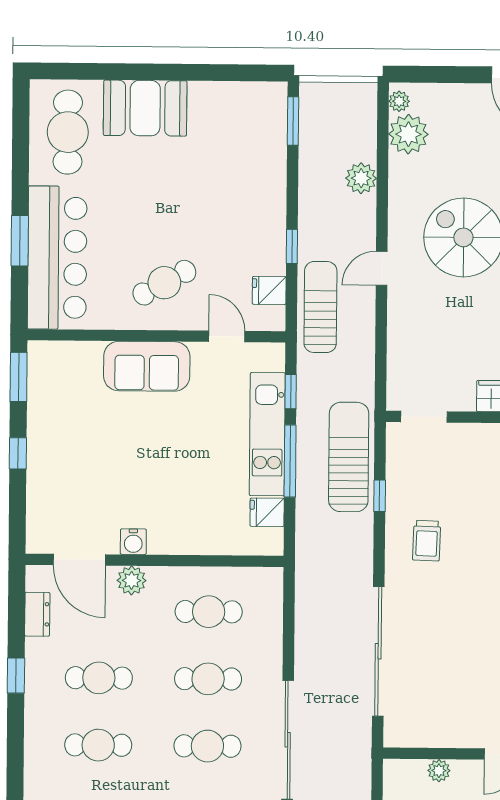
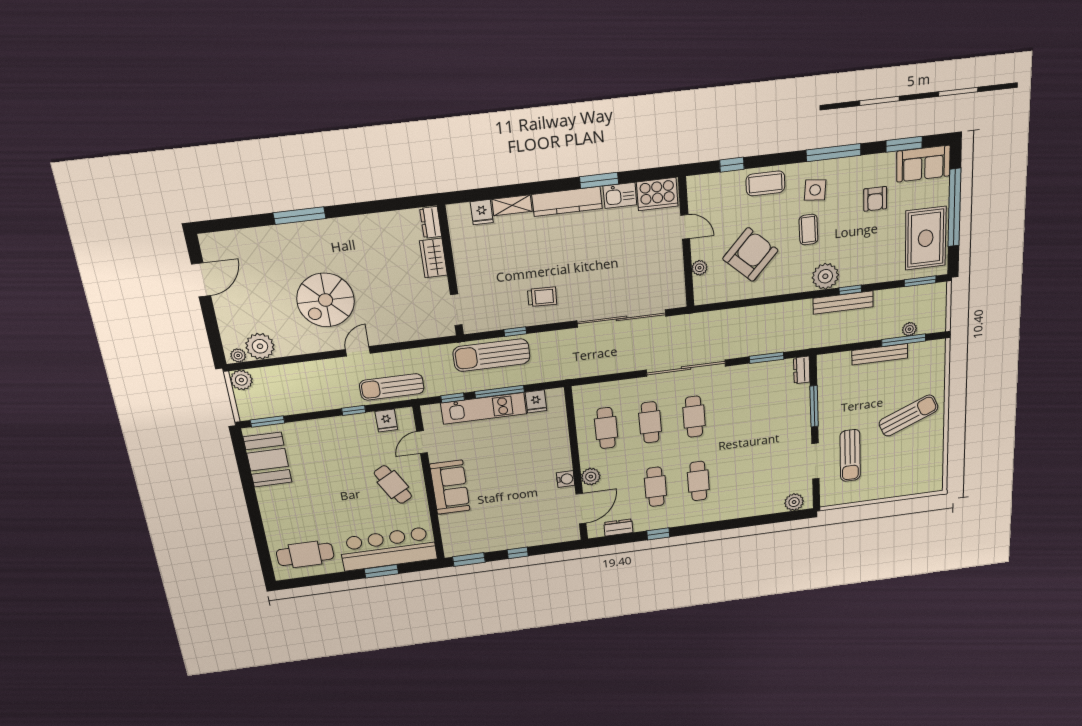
booth: (145, 108) -> (268, 460), moved
plant: (361, 178) -> (241, 380), moved
door: (382, 268) -> (358, 351), swing flipped

